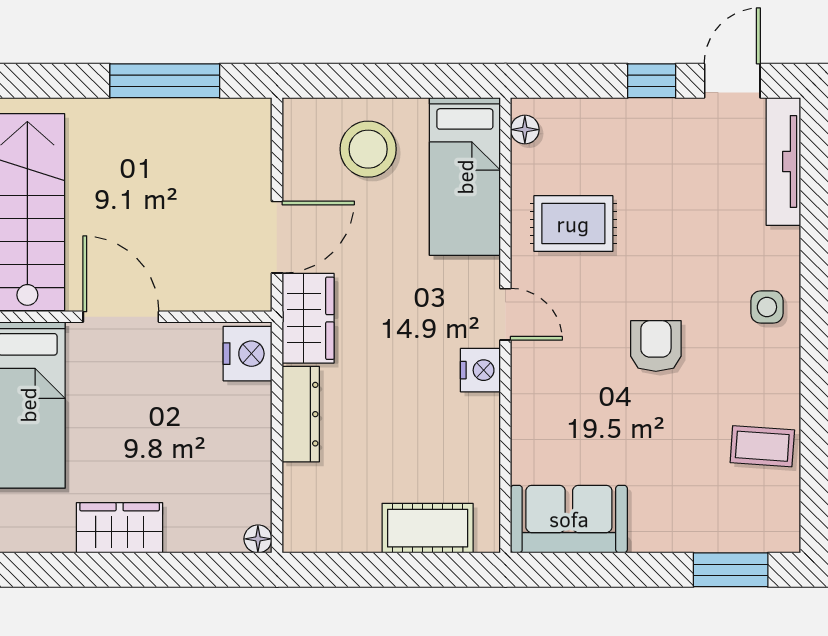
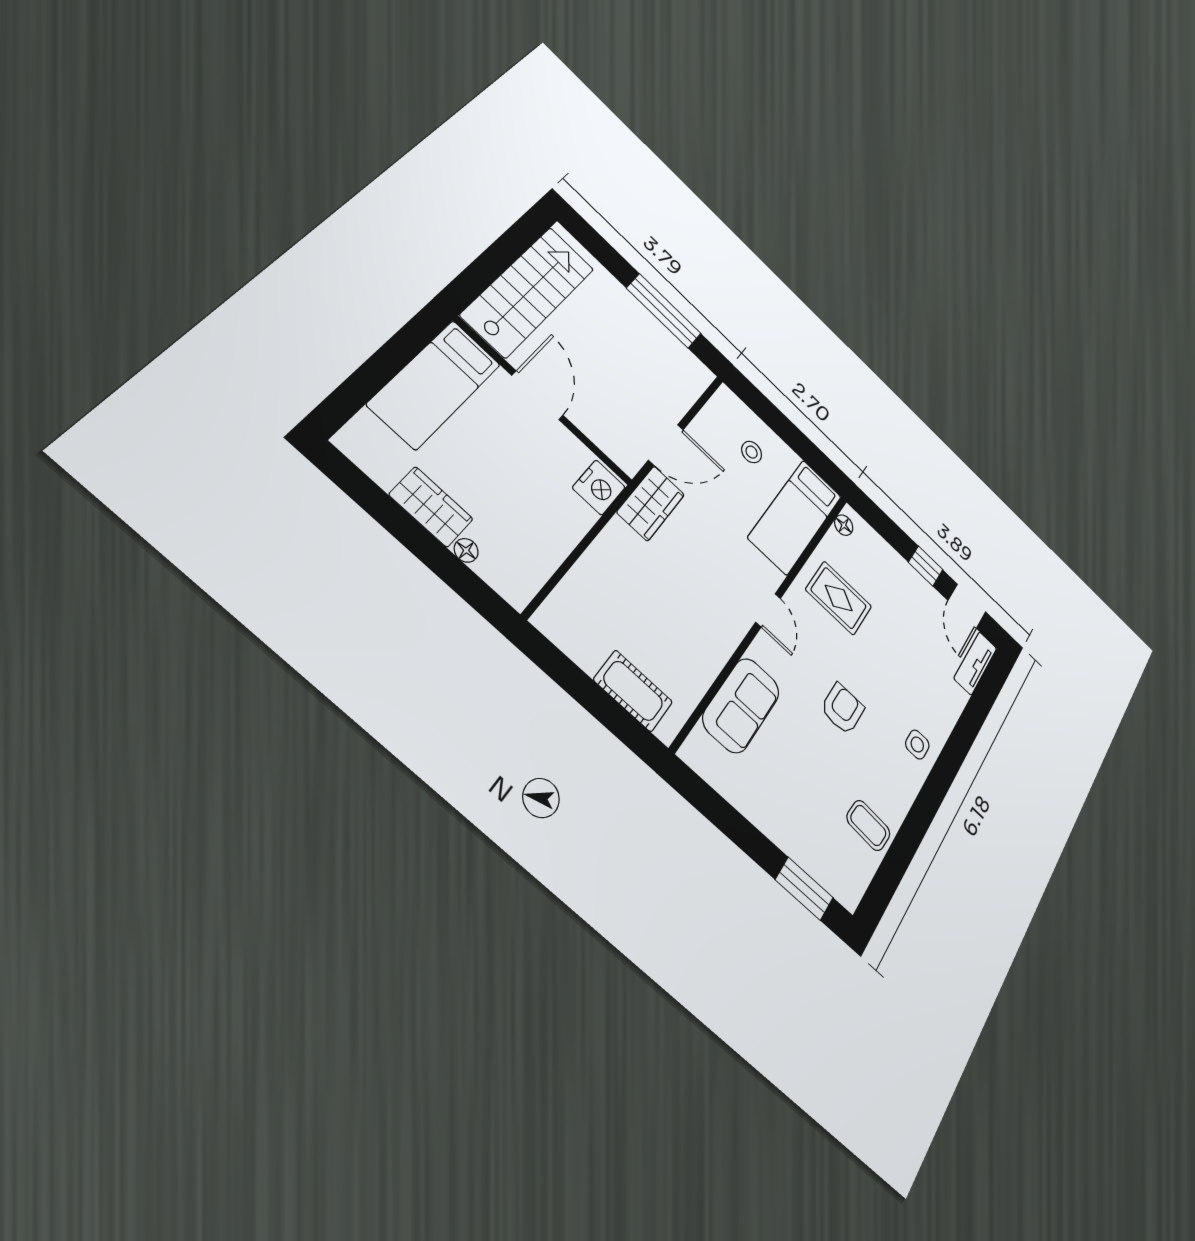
door: (732, 81) -> (967, 606), swing flipped
stool: (368, 149) -> (752, 452), width x0.53, depth x0.53
tv unit: (783, 161) -> (975, 663), width x0.71
nightstand: (480, 370) -> (732, 628), removed
dresser: (301, 414) -> (605, 551), removed
sofa: (569, 519) -> (741, 705), moved, turned 90
floor lamp: (258, 539) -> (466, 550), moved

